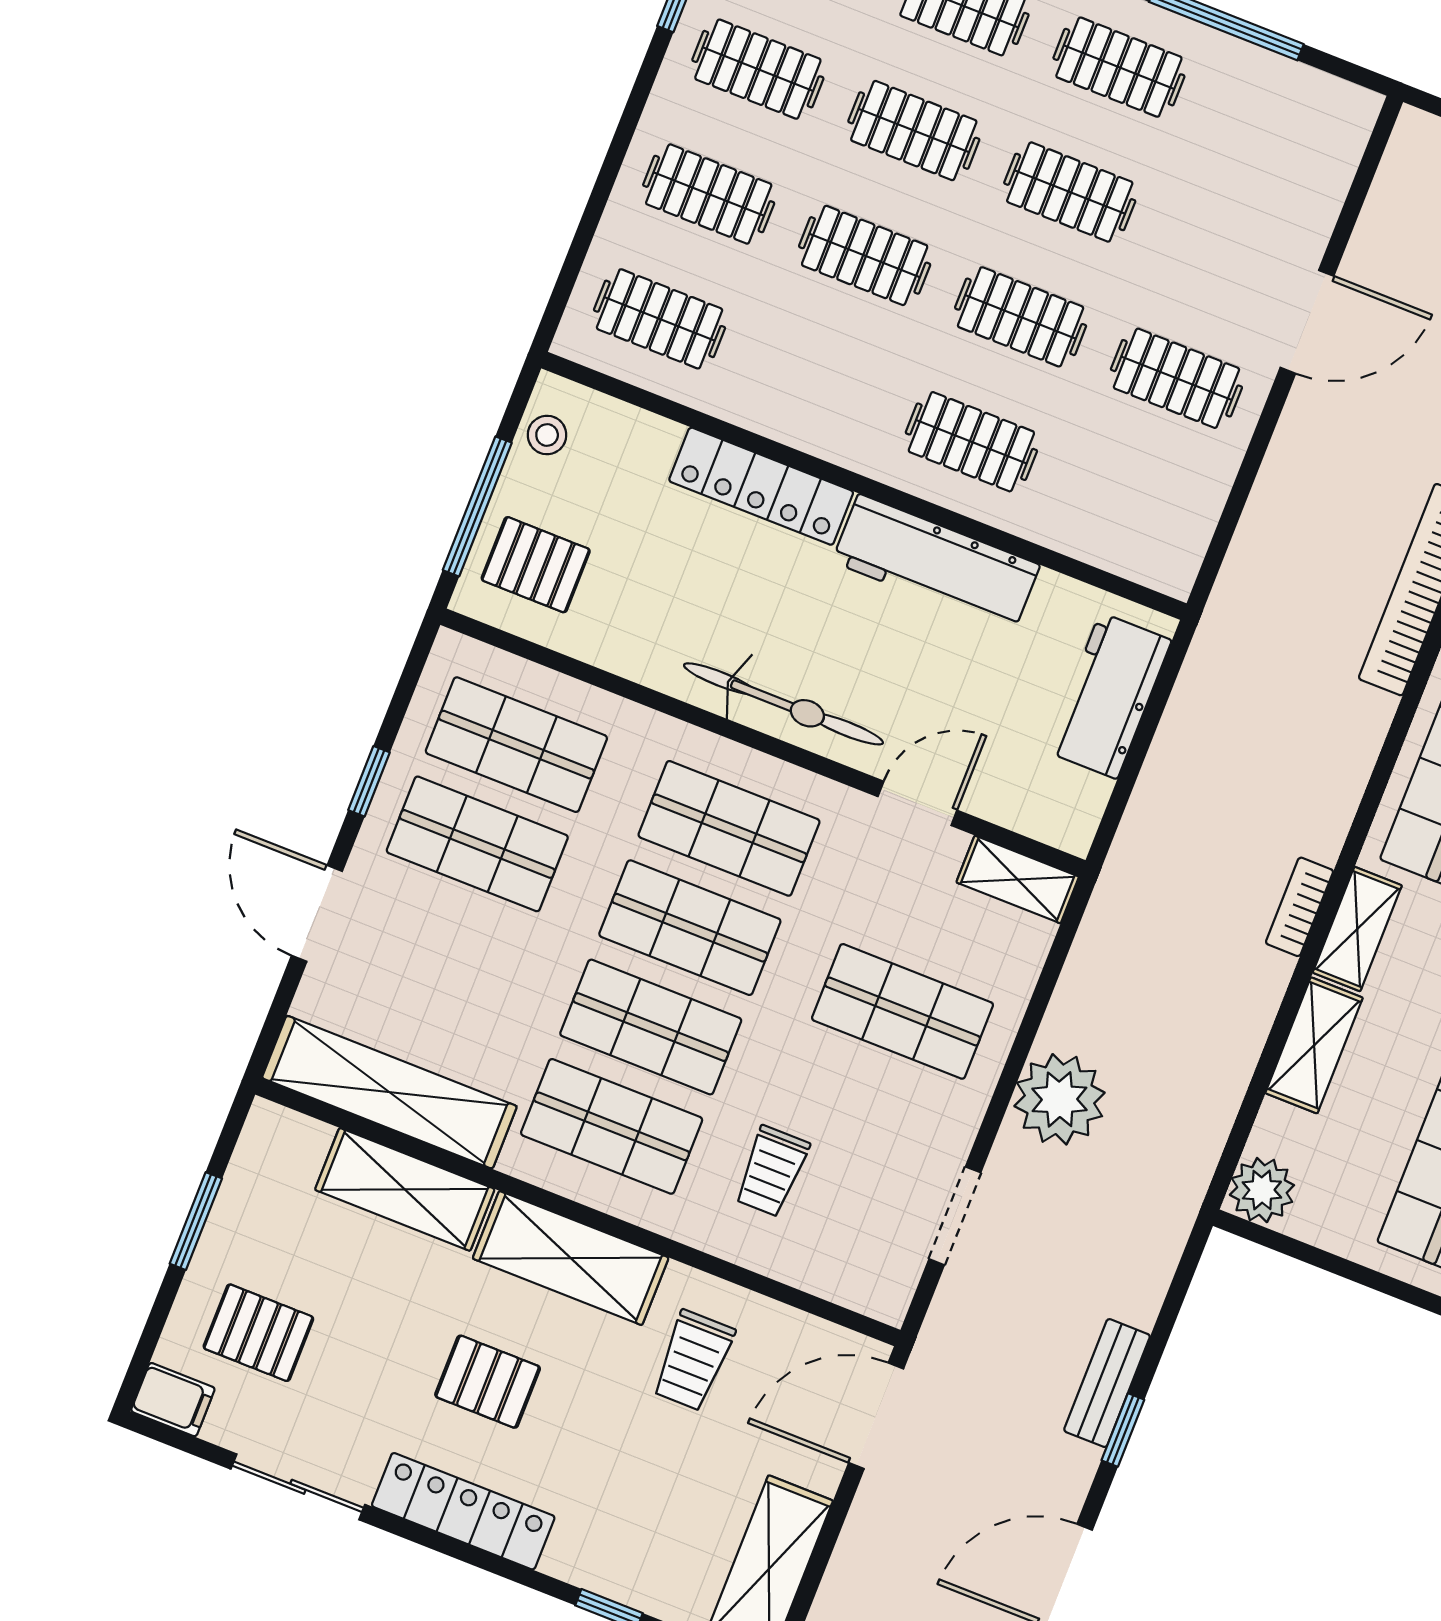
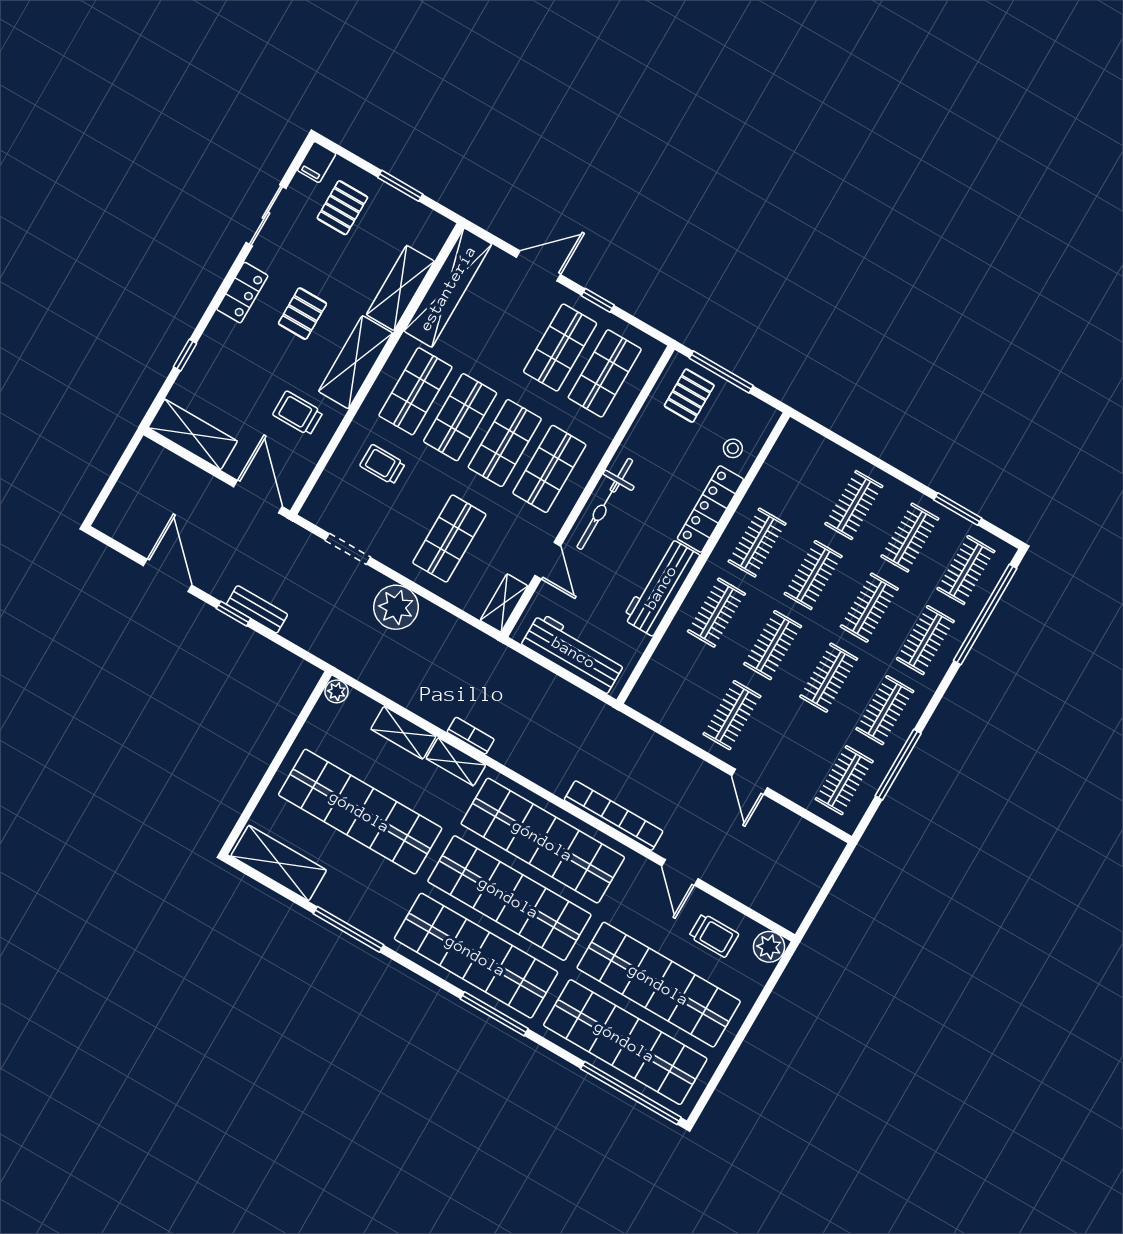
clothes rail: (1275, 129) -> (844, 780), added
clothes rail: (660, 319) -> (757, 543), moved
door: (1307, 322) -> (750, 782), width x0.73
stool: (547, 435) -> (733, 448), moved
workbench: (1109, 696) -> (574, 653), width x1.38
plant: (1262, 1190) -> (337, 691), width x0.73, depth x0.73
locker: (463, 1511) -> (242, 293), width x0.66

